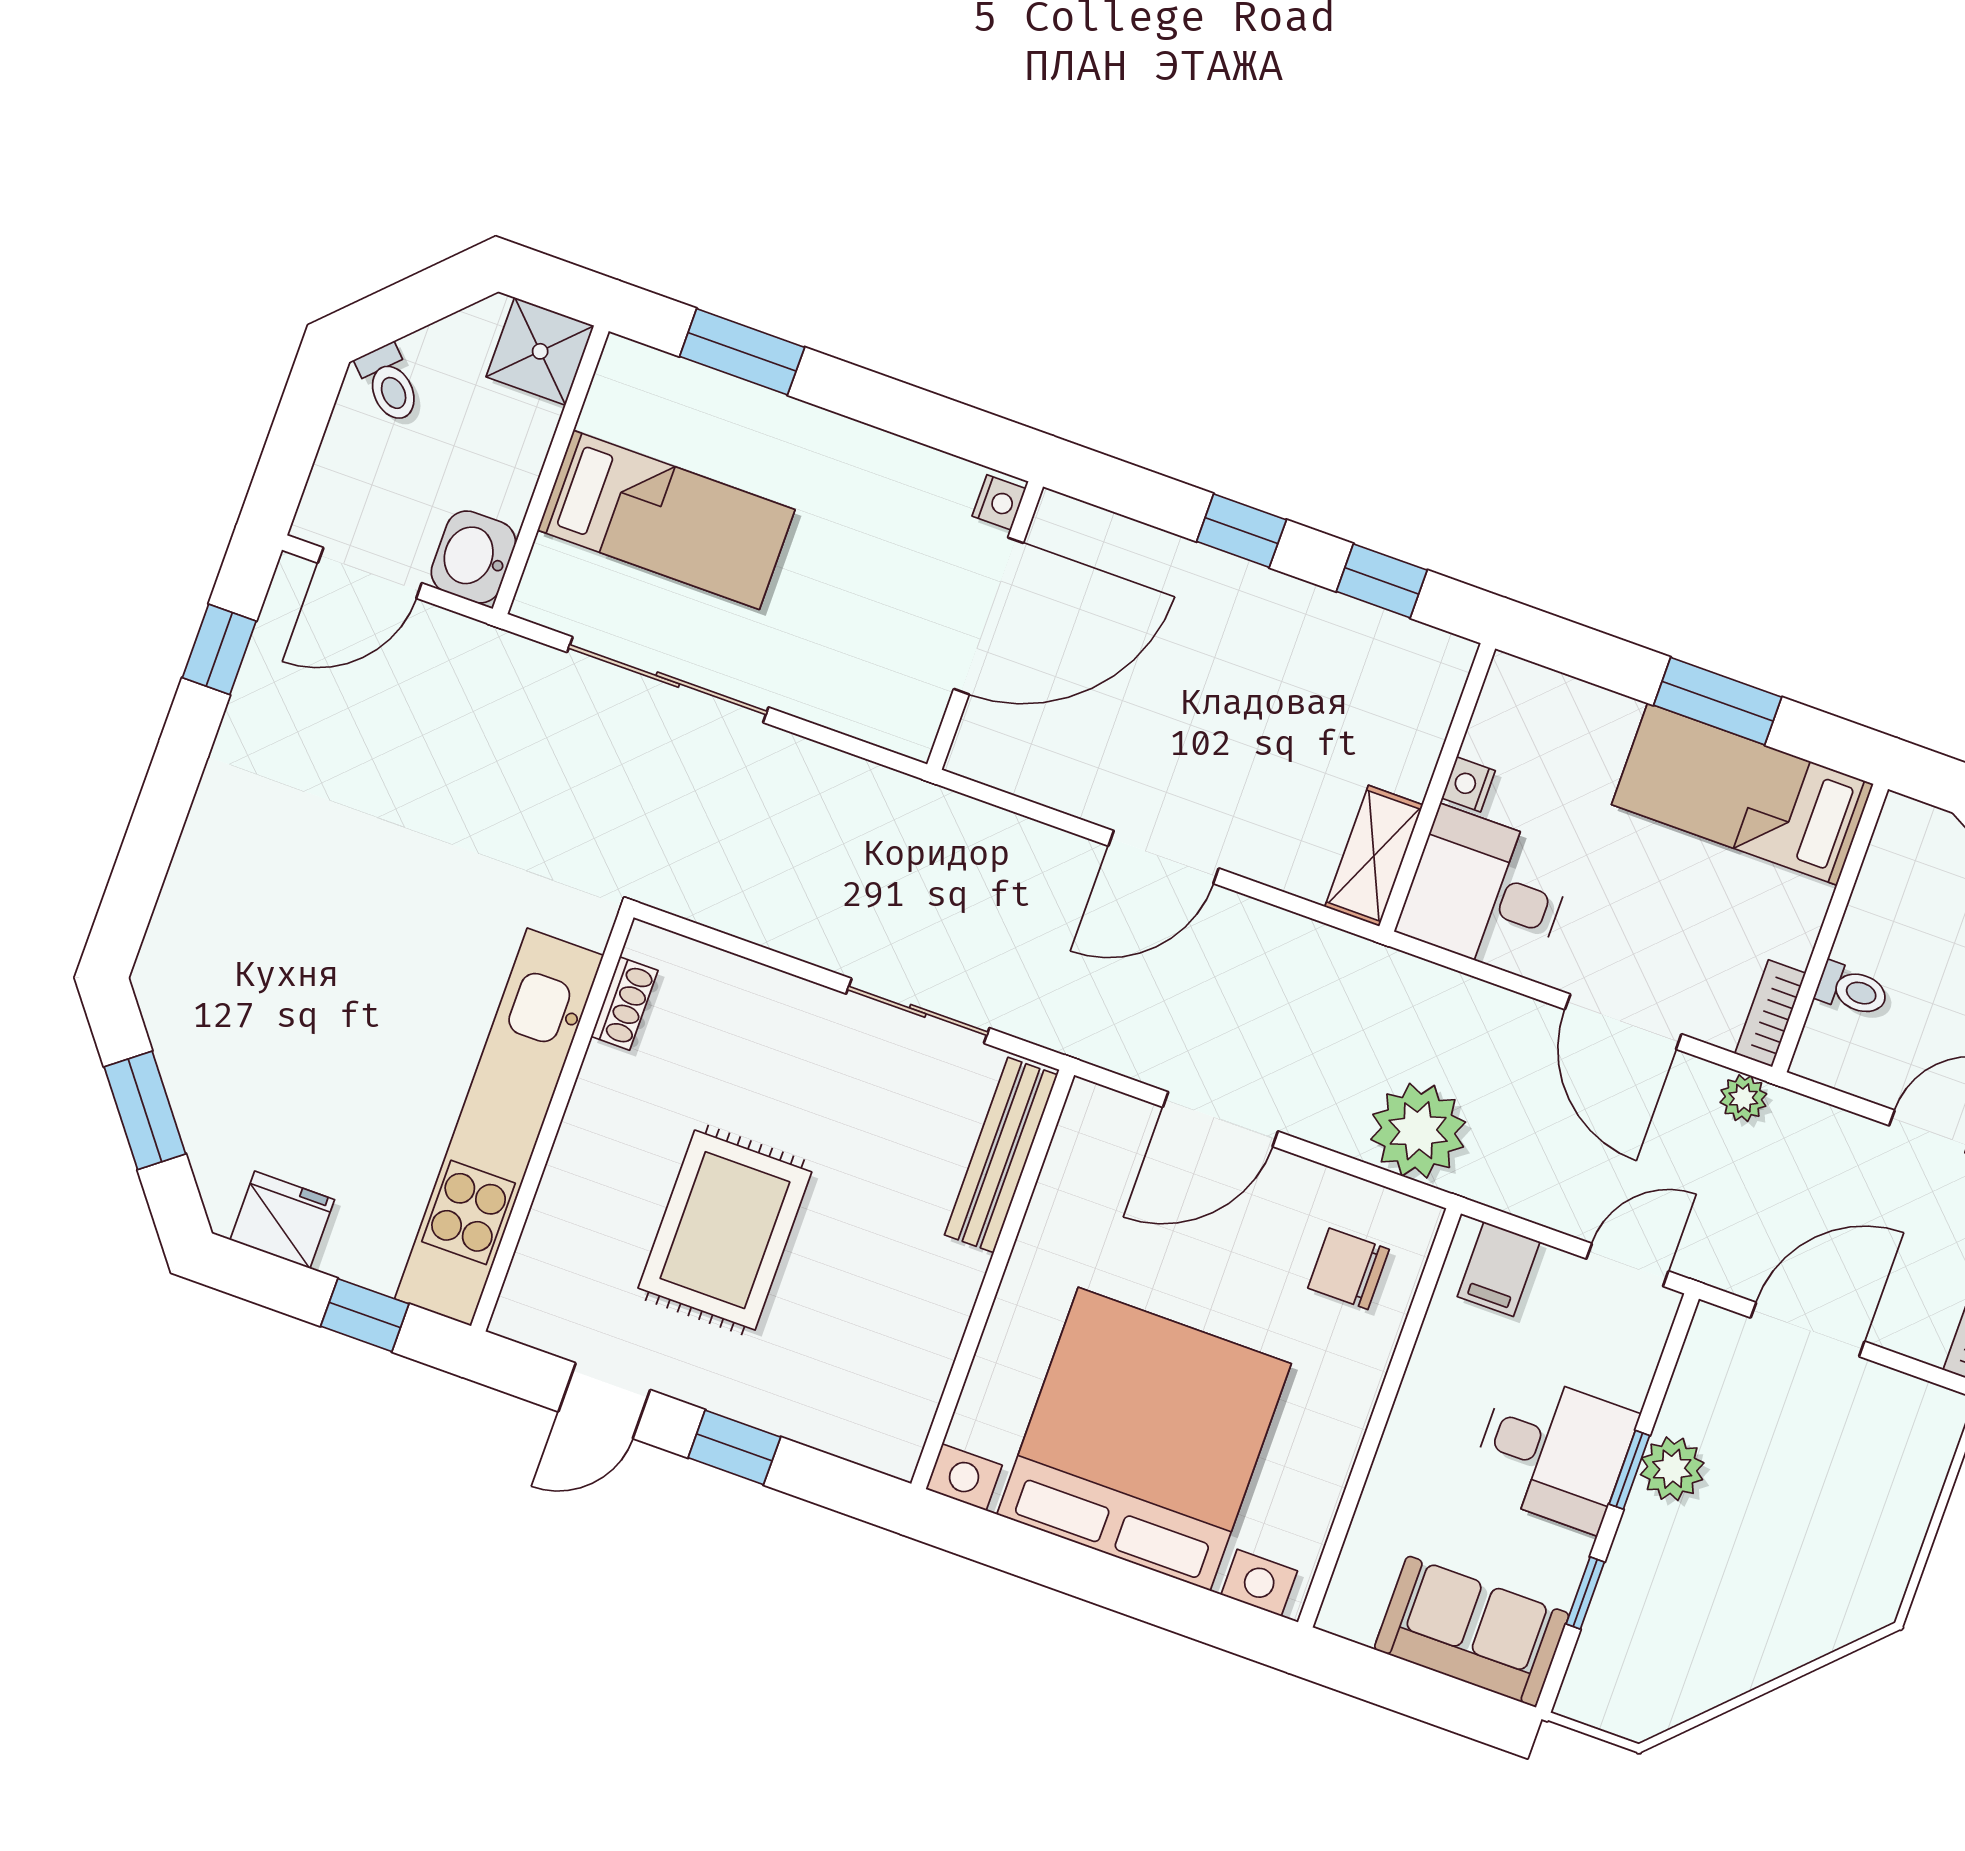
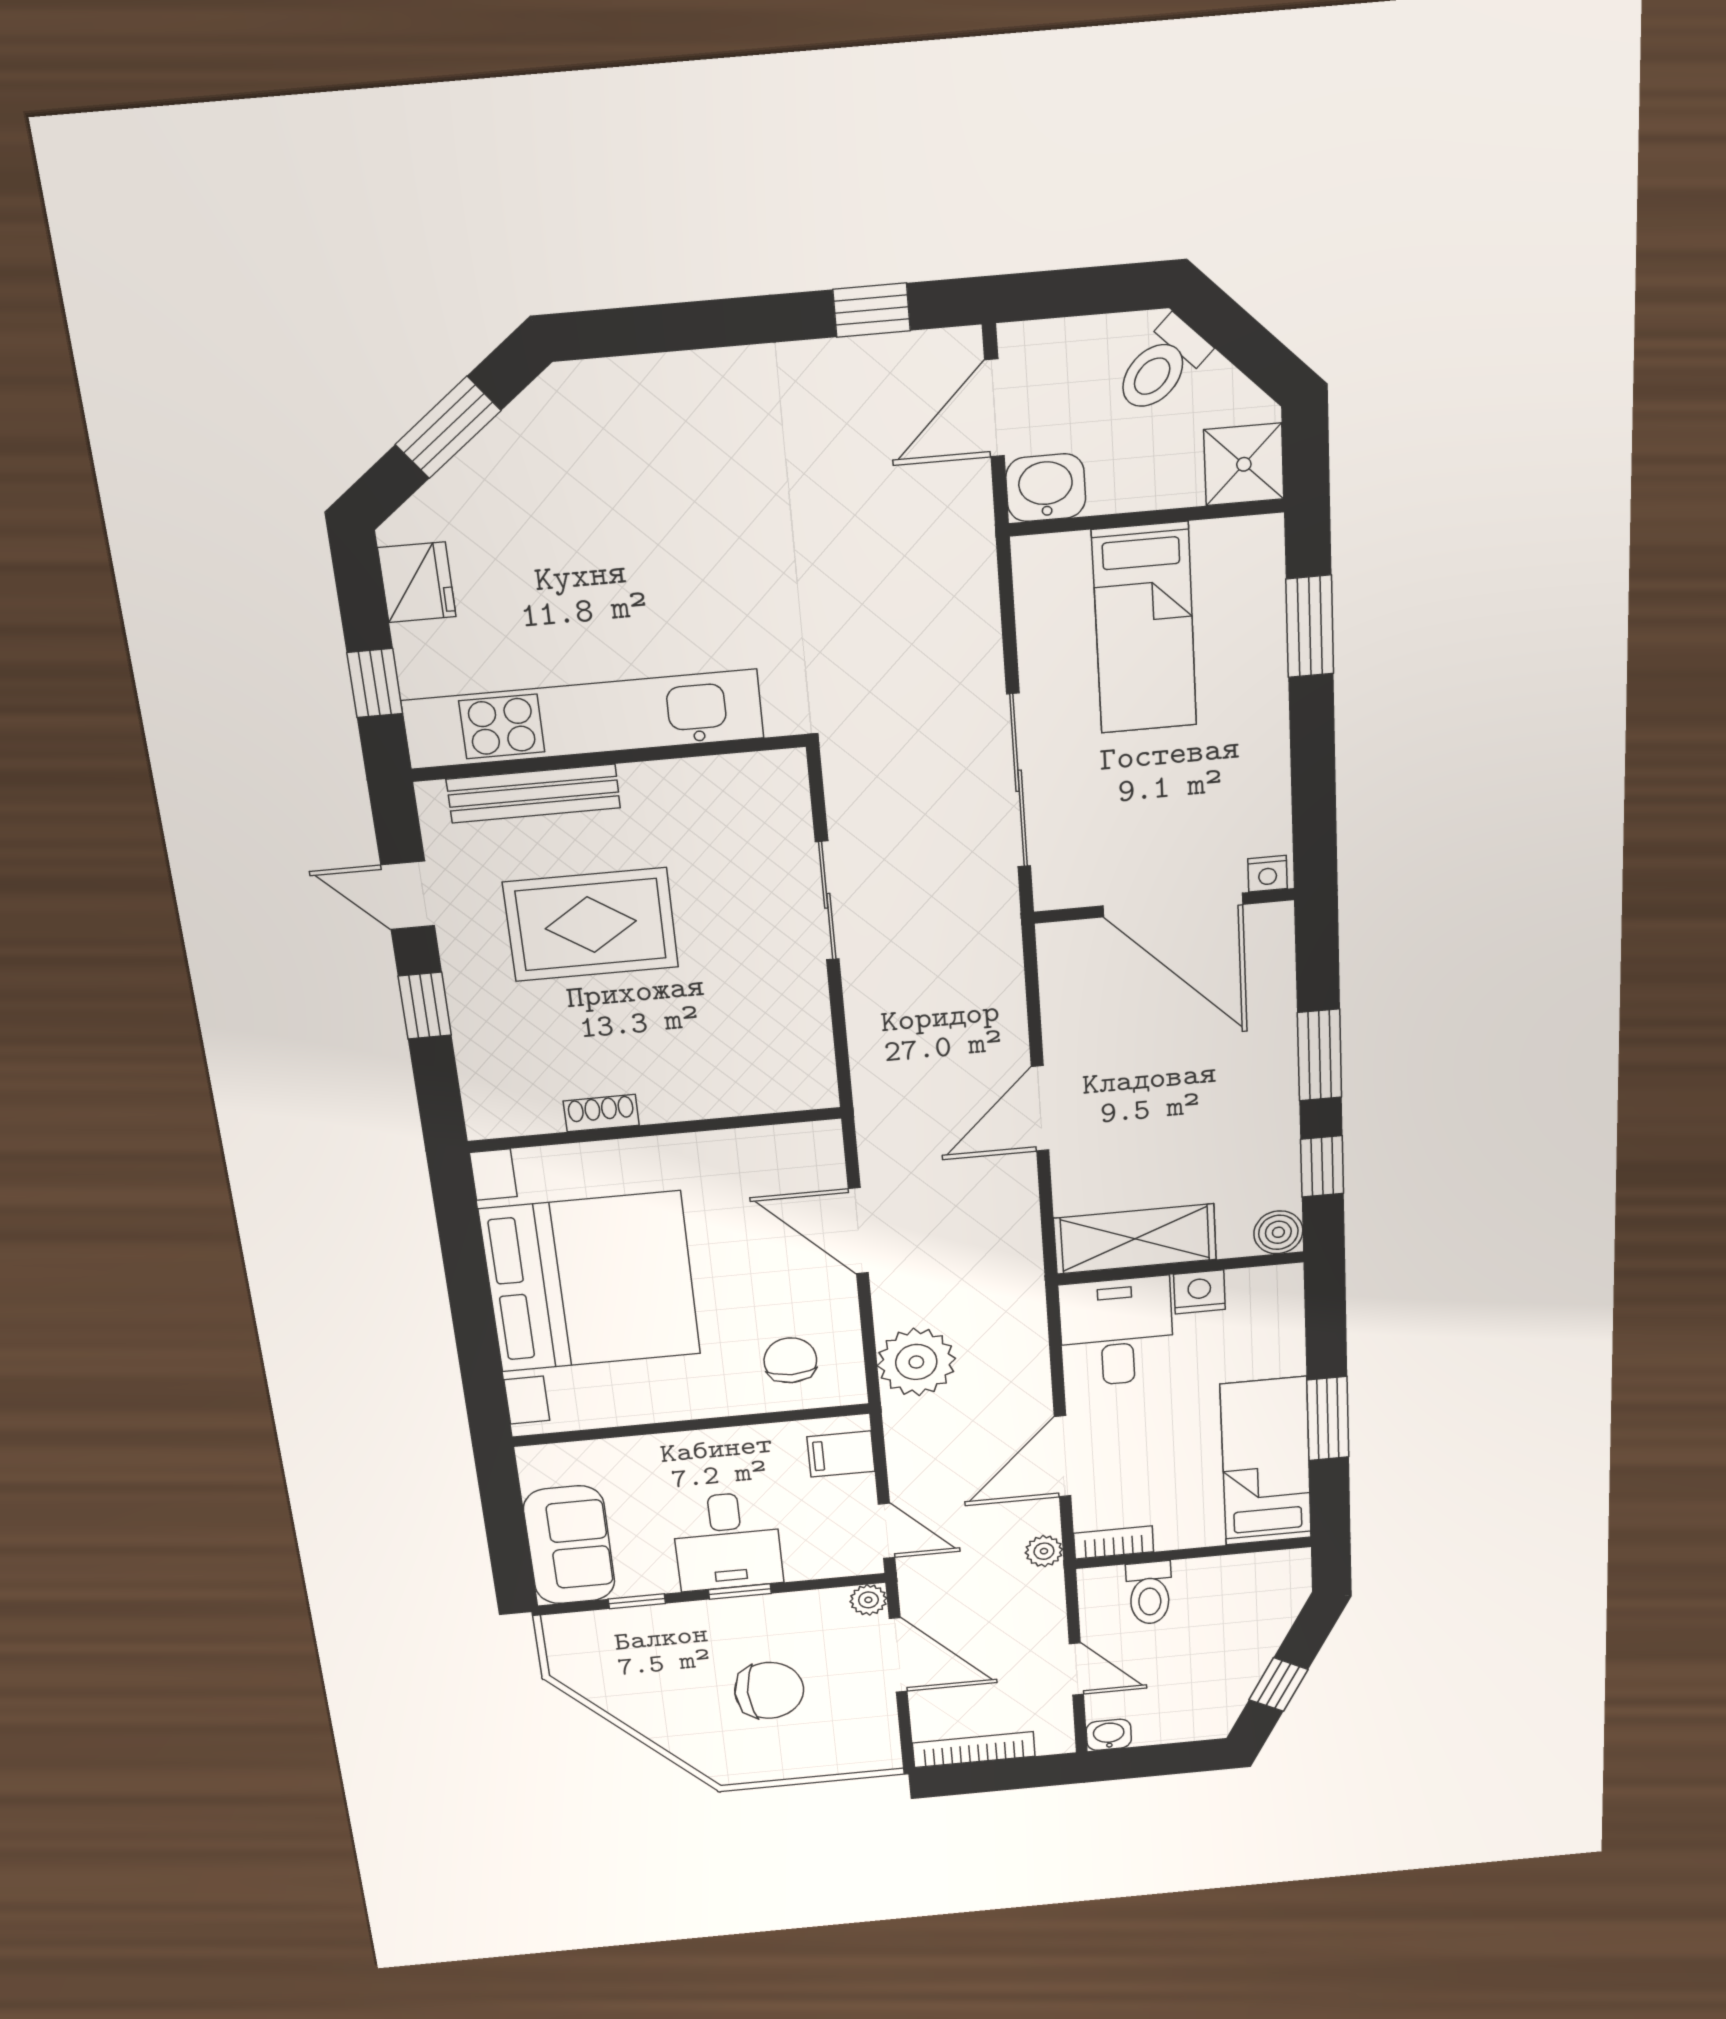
toilet: (389, 384) -> (1161, 366), width x1.37, depth x1.39
window: (1241, 531) -> (1320, 1055), width x1.50
door: (370, 573) -> (994, 408), hinge flipped
boiler: (1443, 661) -> (1278, 1232), added
sliding door: (668, 680) -> (1019, 781), moved
nightstand: (1468, 784) -> (1199, 1292), width x1.39, depth x1.35
shelving: (1374, 856) -> (1135, 1239), width x1.50, depth x1.33
door: (1163, 857) -> (1040, 1109), hinge flipped
toilet: (1852, 990) -> (1149, 1593), width x1.37, depth x1.39
shoe rack: (625, 1003) -> (601, 1113), moved, turned 180
sliding door: (918, 1011) -> (827, 901), moved
bench: (1001, 1155) -> (533, 794), moved
plant: (1672, 1469) -> (868, 1600), moved, width x0.73, depth x0.73
chair: (1785, 1502) -> (769, 1690), added

